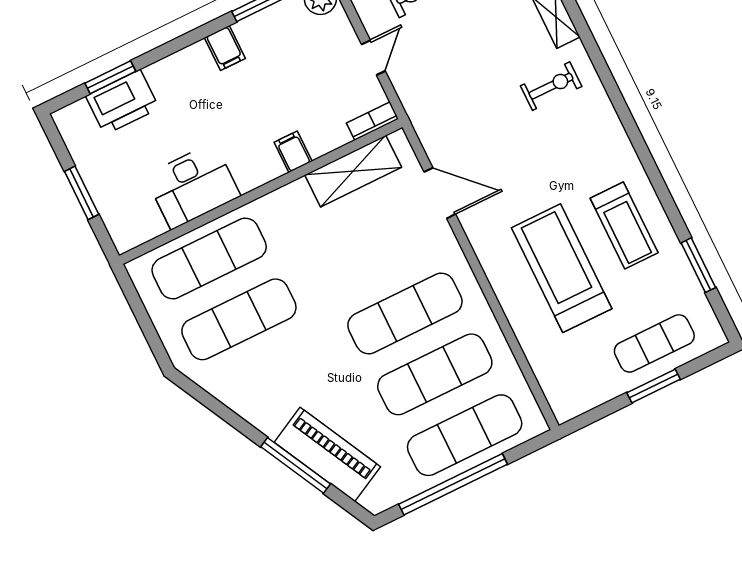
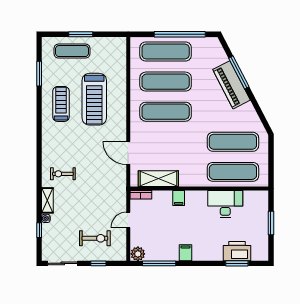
piano: (327, 455) -> (231, 85), moved

